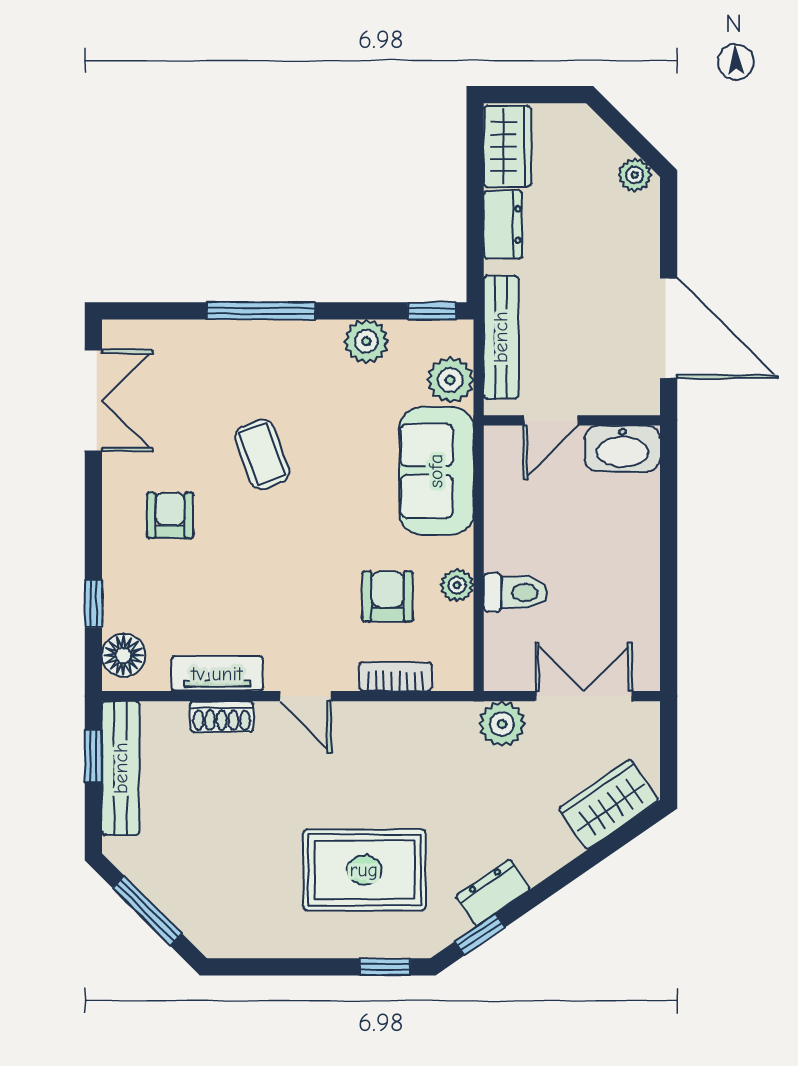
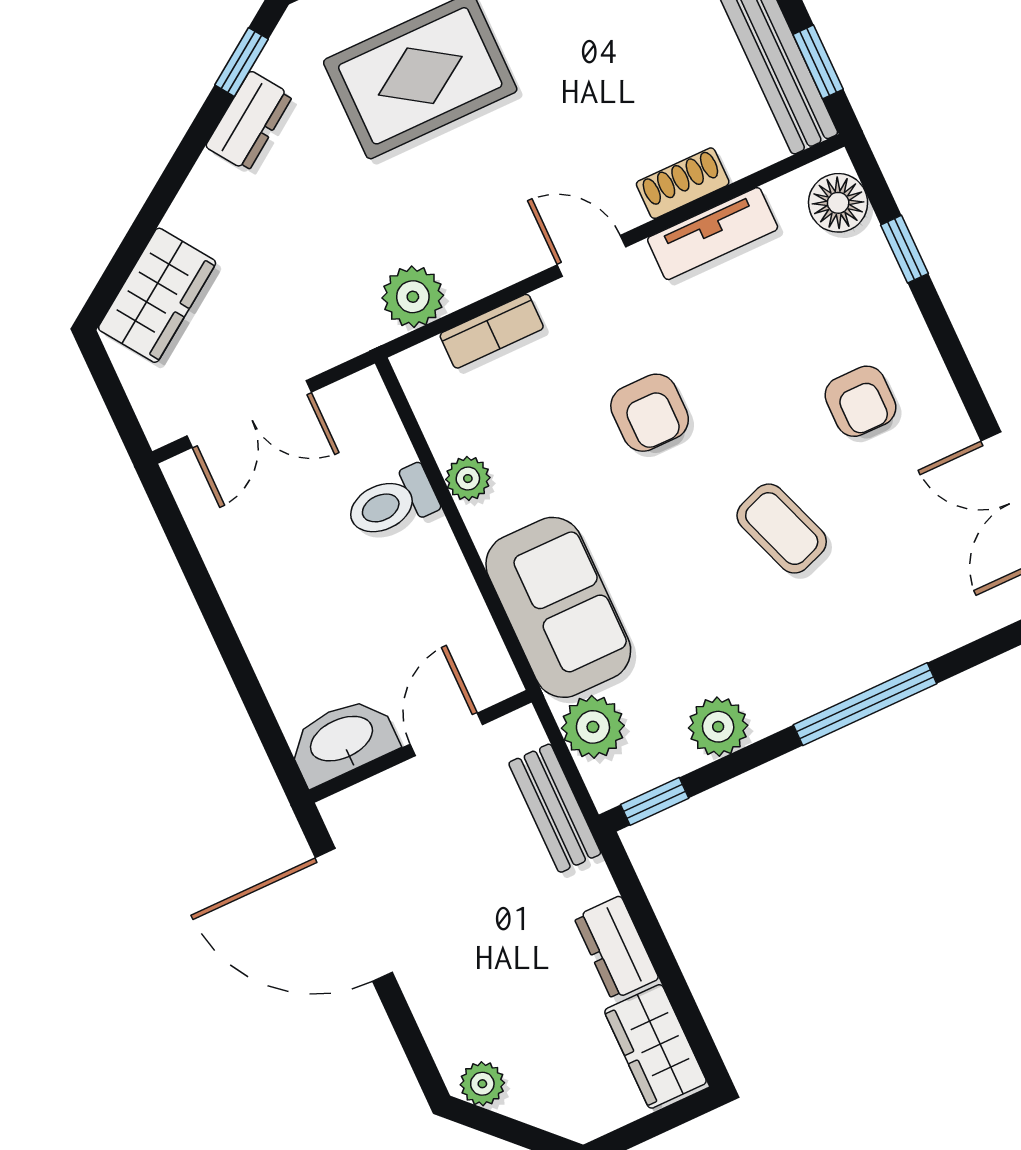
bench: (501, 337) -> (555, 808), width x0.73
armchair: (388, 596) -> (650, 413), moved
plant: (502, 724) -> (413, 297), moved

